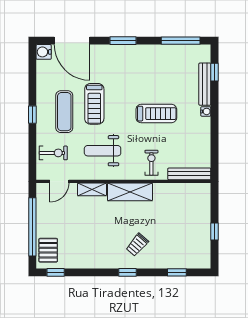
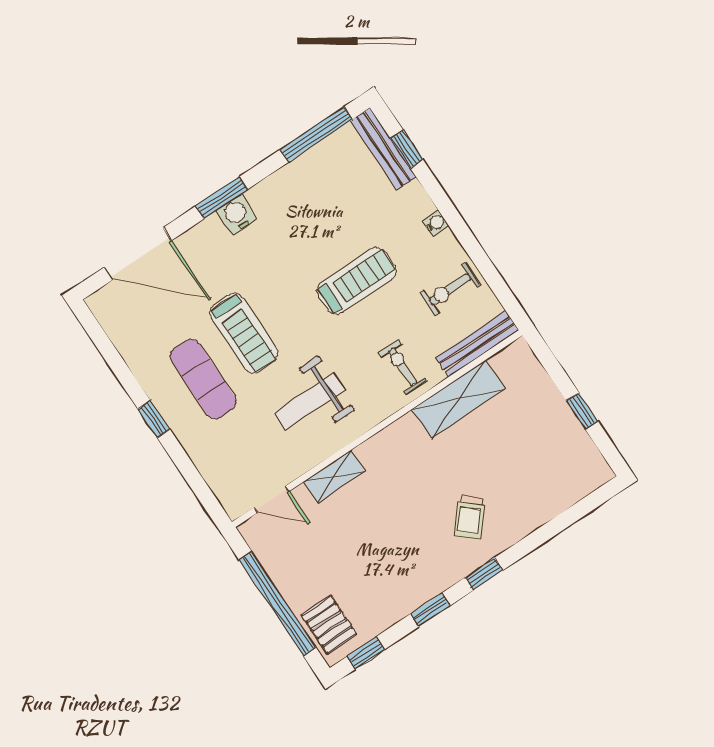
water cooler: (44, 52) -> (237, 214), moved, turned 90
bench: (205, 84) -> (383, 149), moved
exercise bike: (53, 153) -> (450, 289), moved, turned 180
door: (59, 181) -> (272, 499), hinge flipped
shelving: (130, 192) -> (458, 399), moved
window: (177, 272) -> (430, 610), moved

